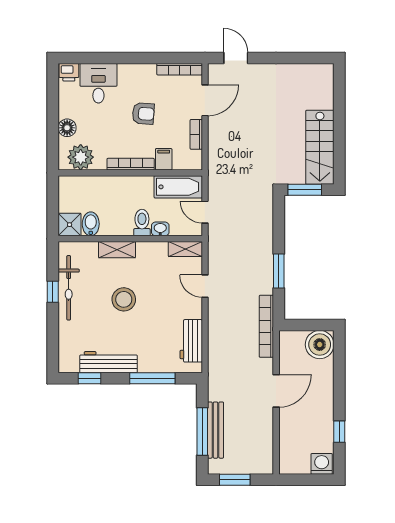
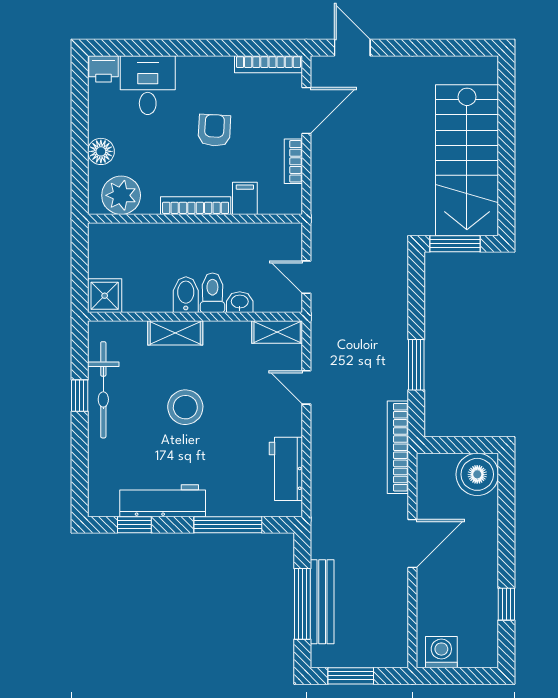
armchair: (143, 114) -> (214, 130), turned -91
stairs: (320, 147) -> (467, 160), width x1.36, depth x1.51
bathtub: (178, 187) -> (267, 239), removed
bidet: (91, 224) -> (186, 295), moved
washing machine: (322, 464) -> (441, 652), moved

